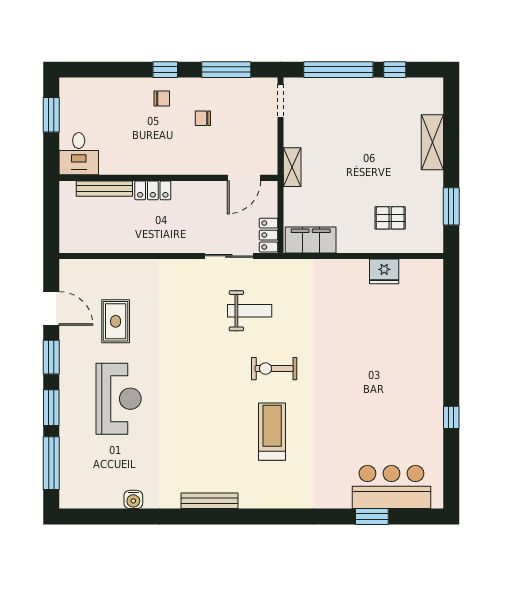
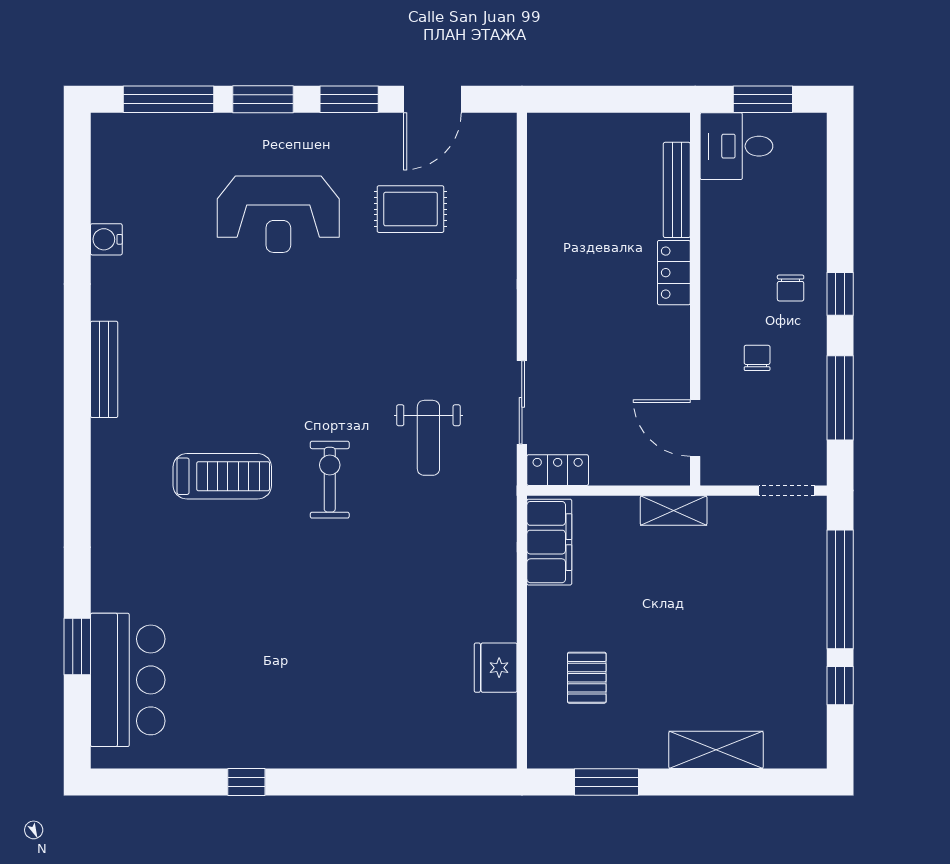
desk: (79, 154) -> (736, 146), moved
wall: (168, 178) -> (695, 299), moved
door: (244, 178) -> (695, 428), moved
bench: (104, 189) -> (677, 190), moved
locker: (153, 190) -> (674, 273), moved

